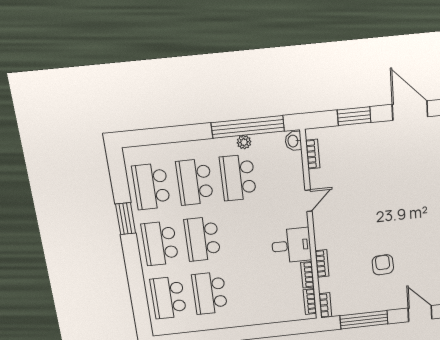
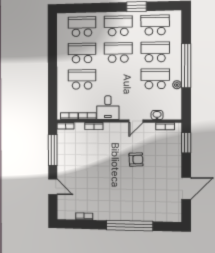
window: (354, 116) -> (186, 143), moved
window: (248, 127) -> (186, 66), moved
washbasin: (293, 141) -> (157, 115), moved
door: (309, 201) -> (136, 121), hinge flipped
armchair: (383, 265) -> (136, 160), moved
school desk: (251, 289) -> (82, 79), added
door: (420, 314) -> (53, 187), hinge flipped

